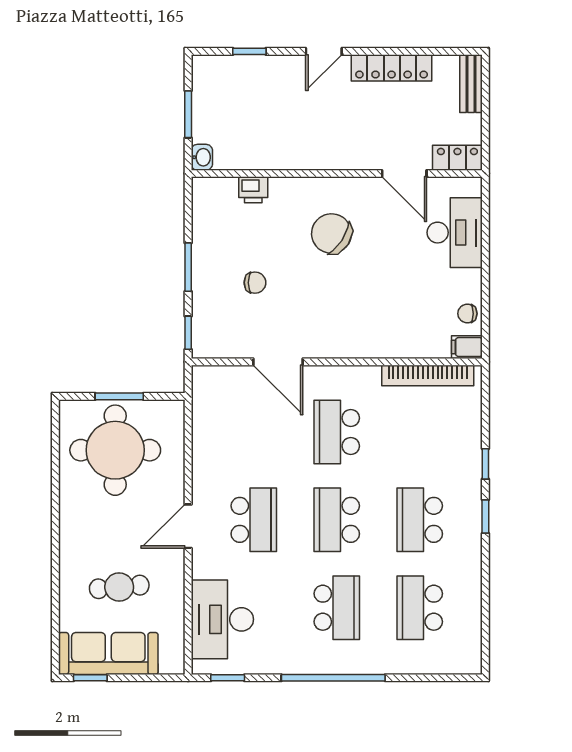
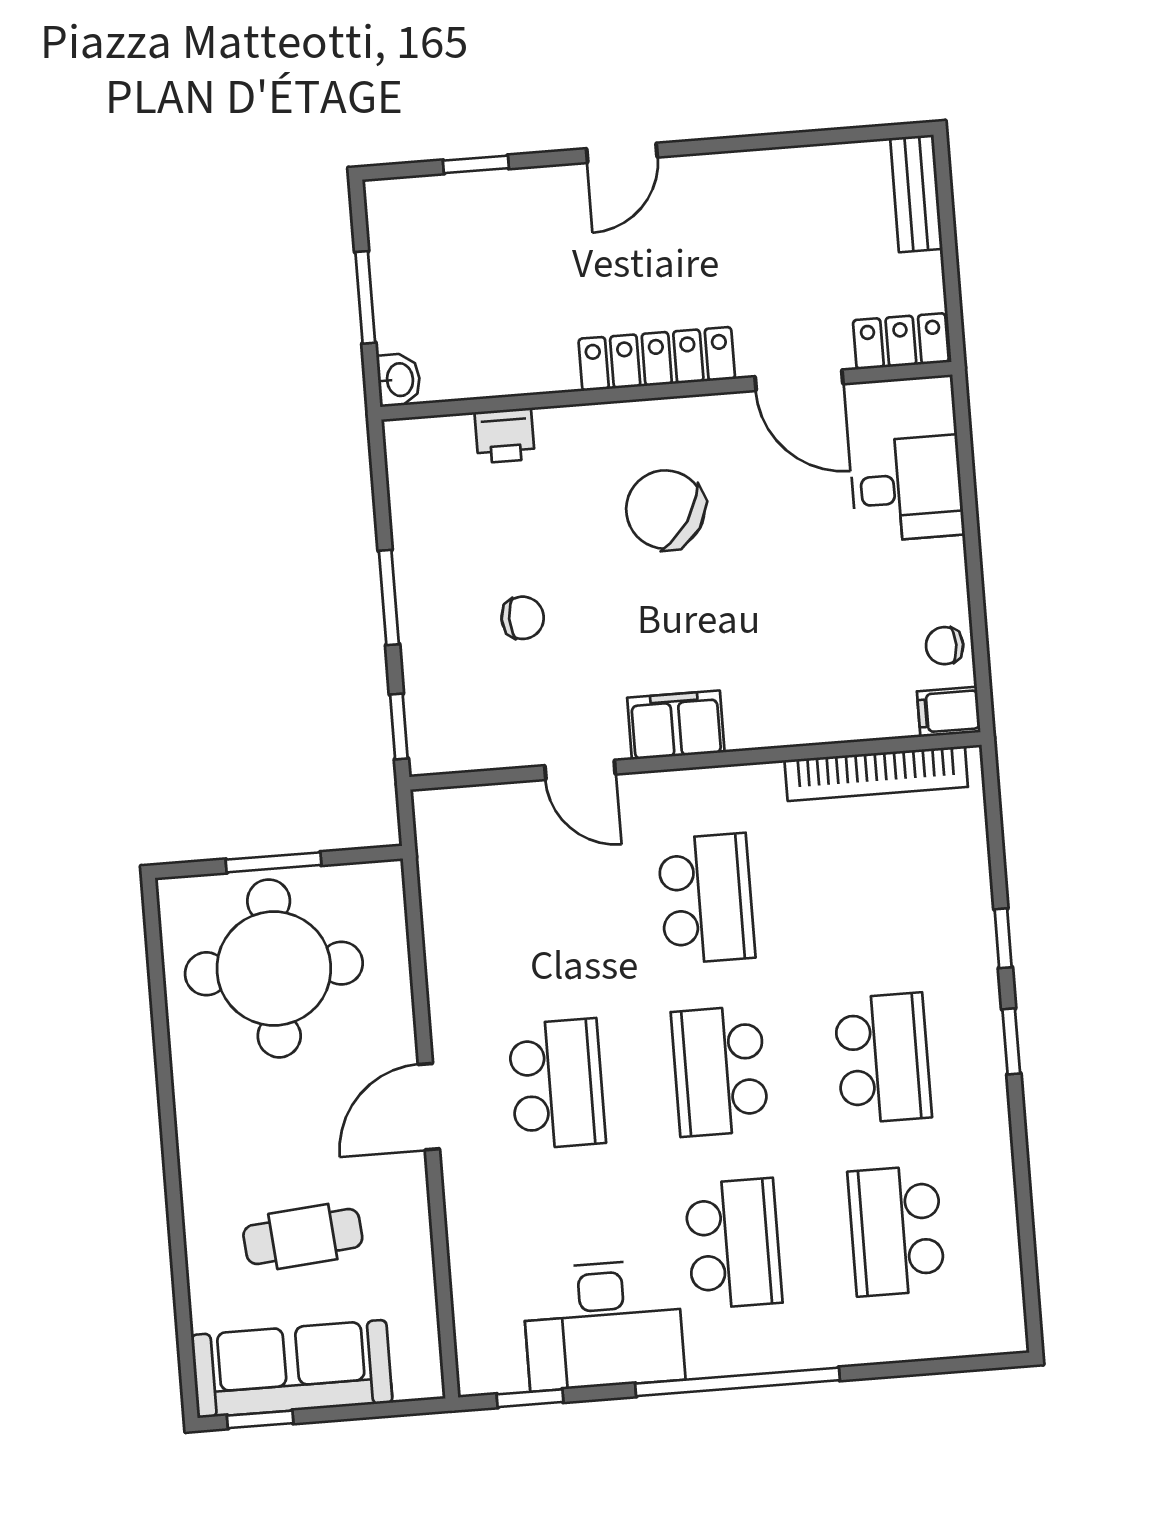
locker: (392, 68) -> (657, 359), moved, turned 180
desk: (455, 233) -> (907, 489), width x0.73
filing cabinet: (328, 343) -> (676, 725), added
door: (278, 362) -> (580, 770), width x0.73
school desk: (337, 432) -> (706, 899), turned 180
school desk: (420, 520) -> (883, 1058), turned 180
desk: (222, 619) -> (603, 1325), moved, turned -90

